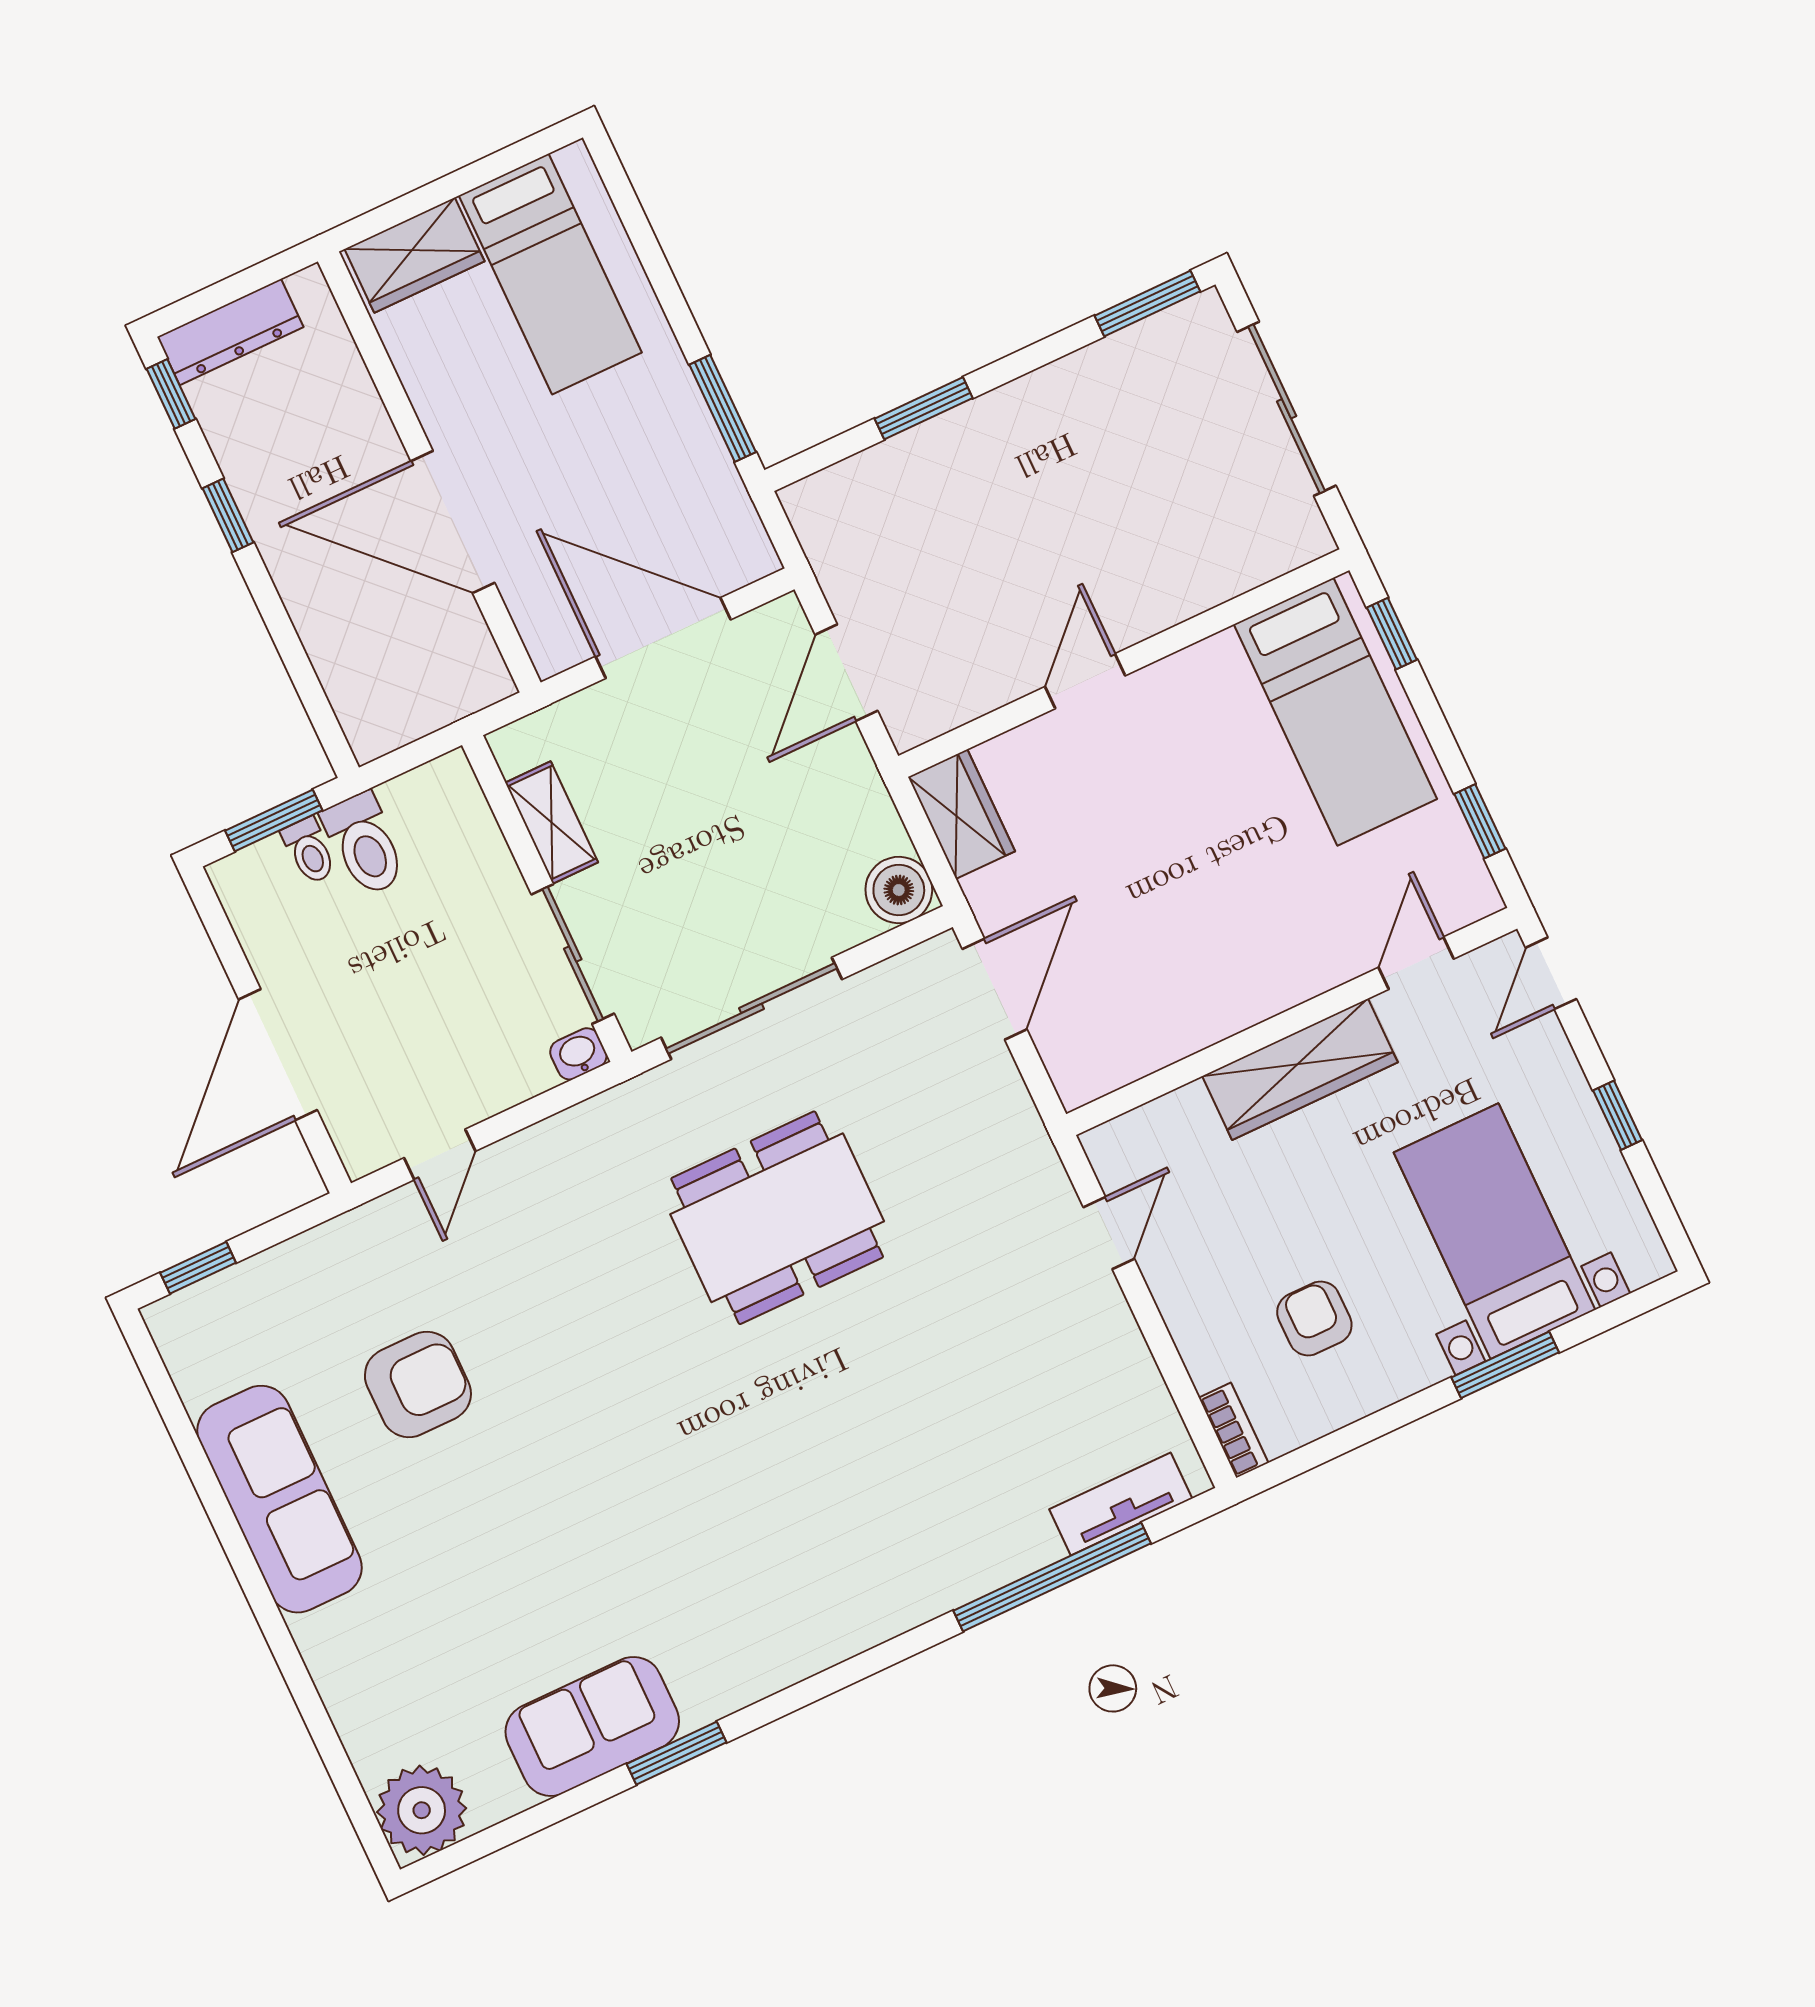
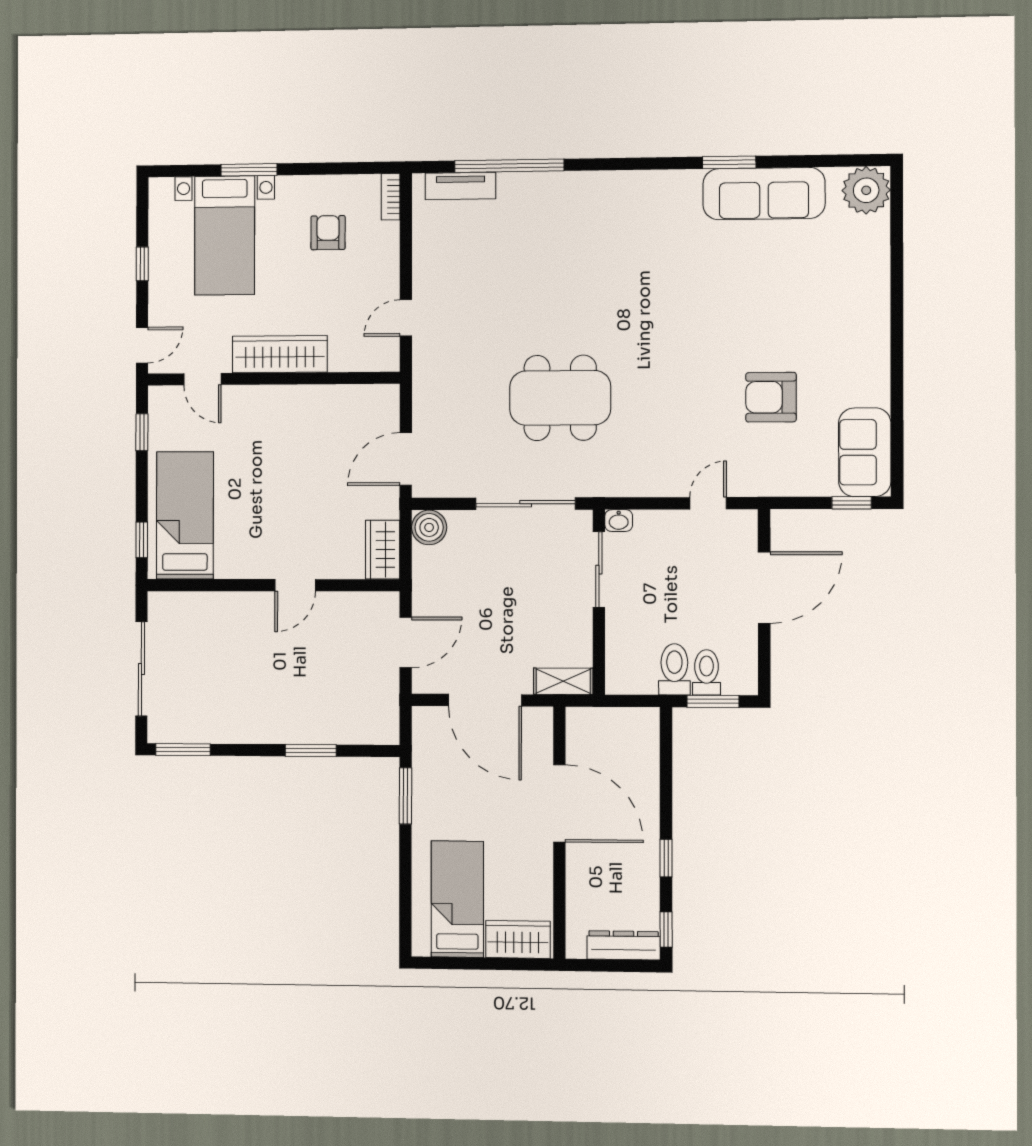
shelving: (552, 823) -> (563, 681), moved, turned 90
toilet: (309, 851) -> (706, 672), width x1.37, depth x1.39
door: (1416, 963) -> (202, 379), hinge flipped
armchair: (1314, 1319) -> (328, 233), turned 180
sofa: (279, 1499) -> (865, 452), moved, width x0.73
sofa: (592, 1726) -> (764, 194), width x1.36

